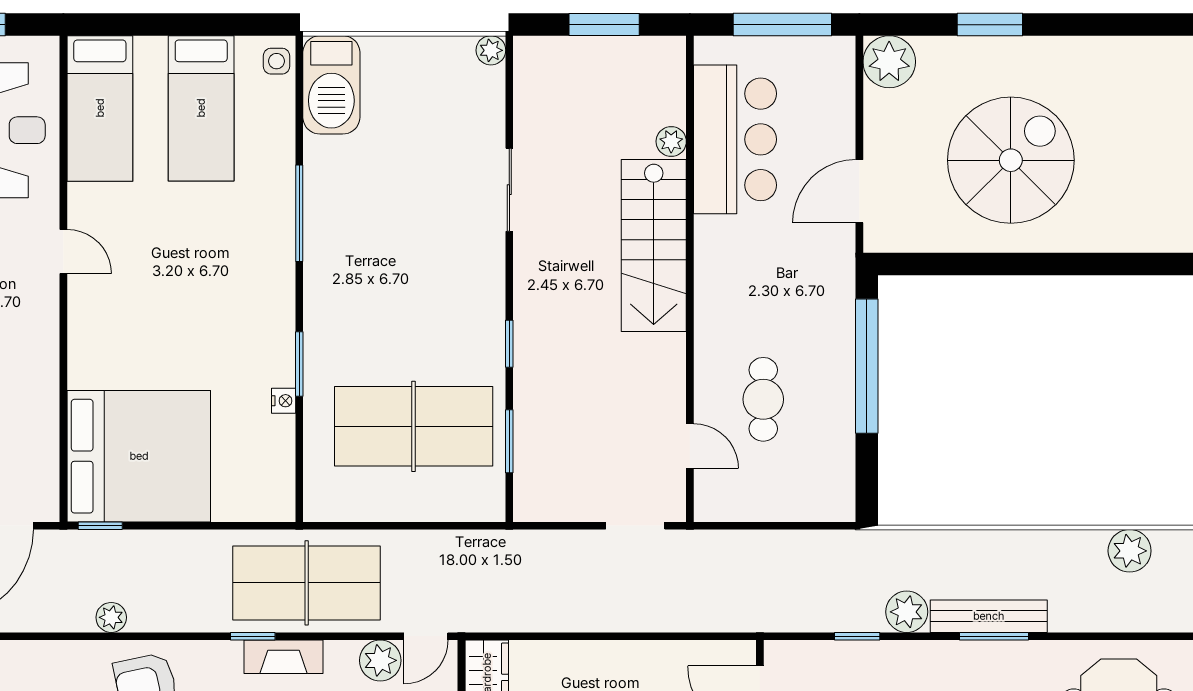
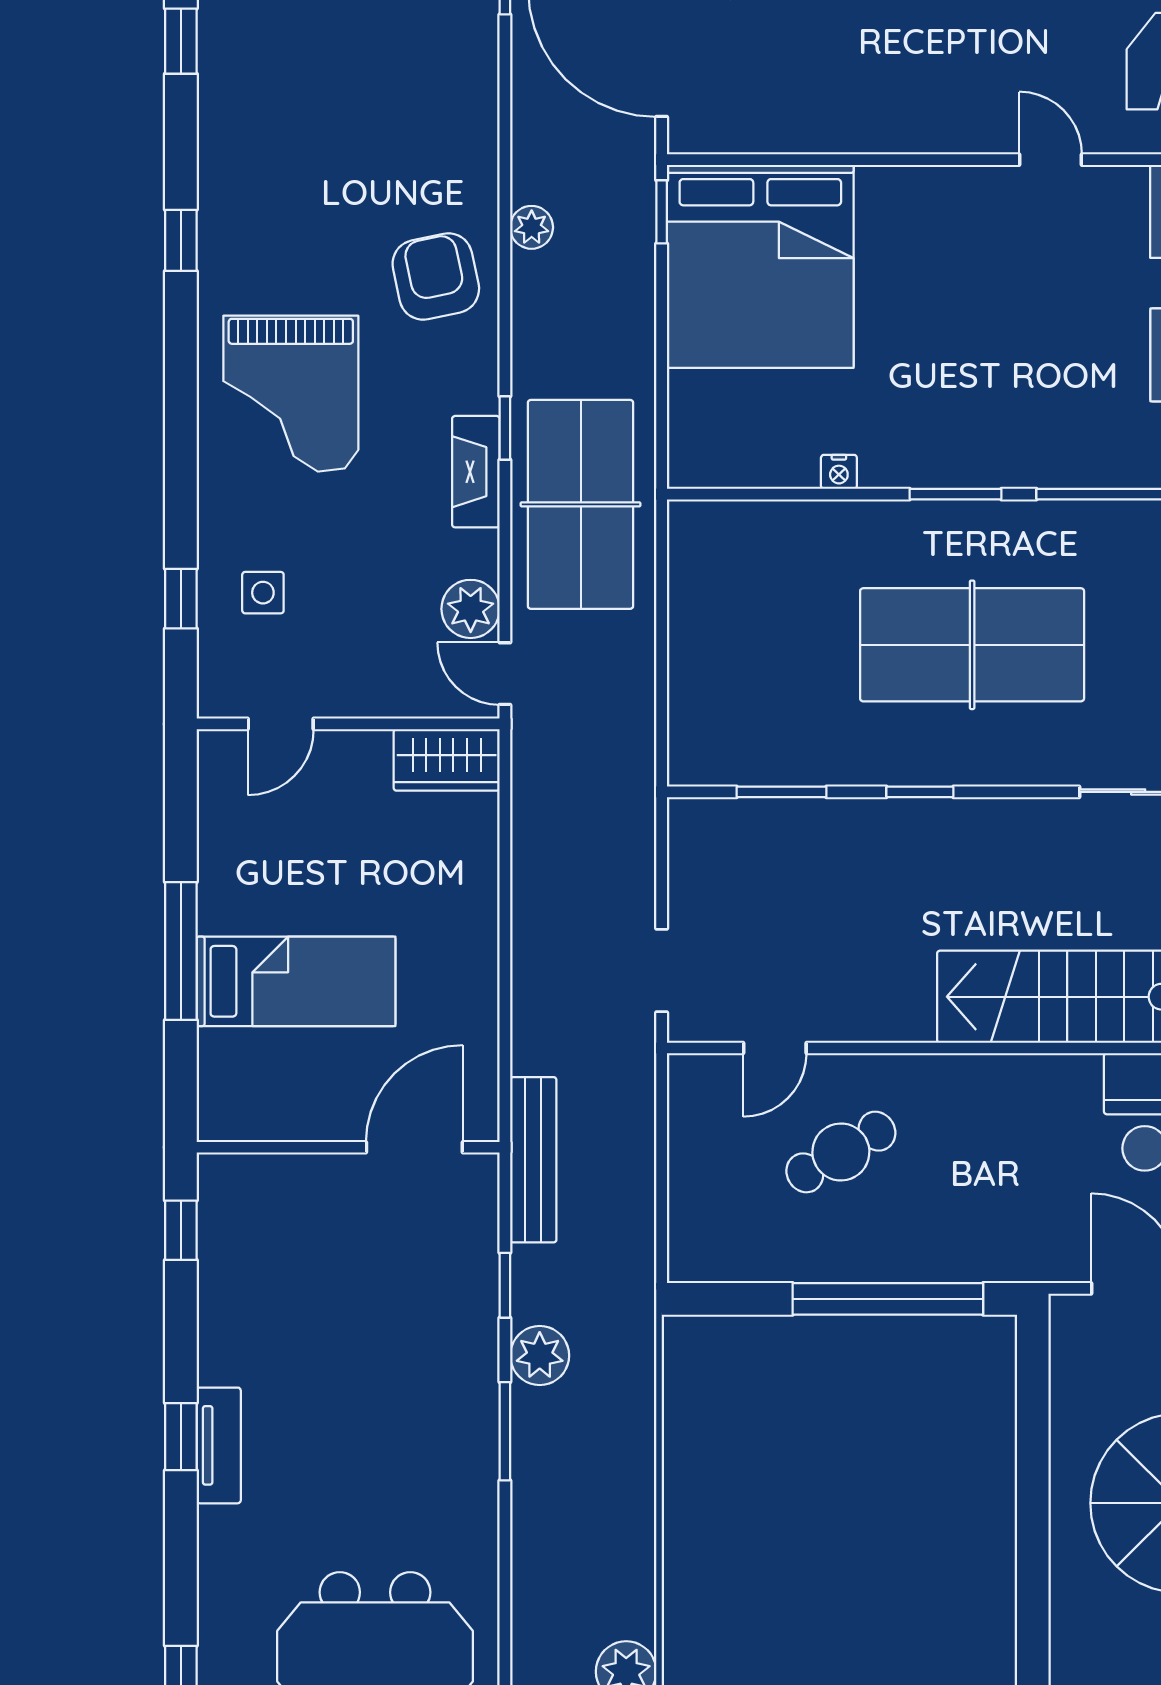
door: (63, 251) -> (1051, 160), swing flipped
window: (299, 364) -> (956, 494), moved
cafe table: (763, 399) -> (841, 1152), turned -30
table tennis table: (414, 426) -> (972, 645), moved, turned 90
bench: (989, 616) -> (533, 1160), moved
window: (994, 636) -> (505, 1431), moved

